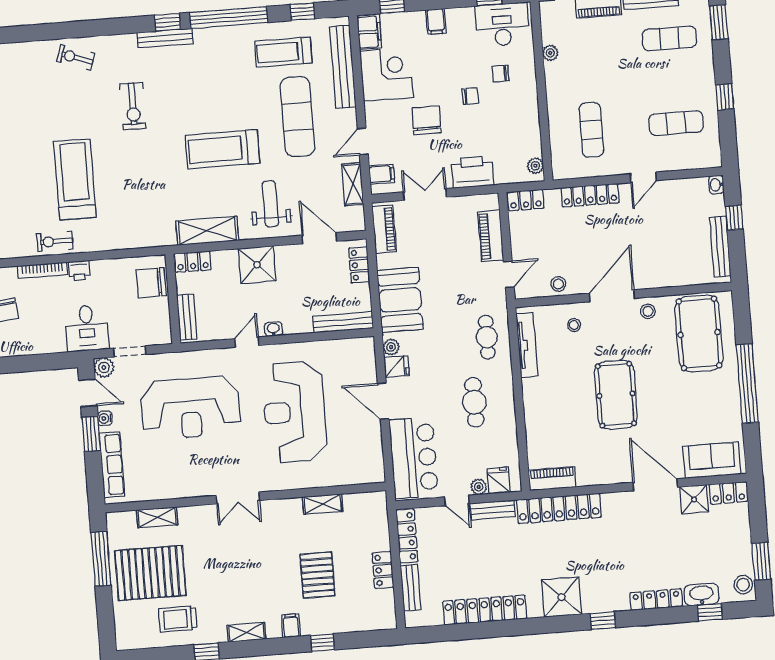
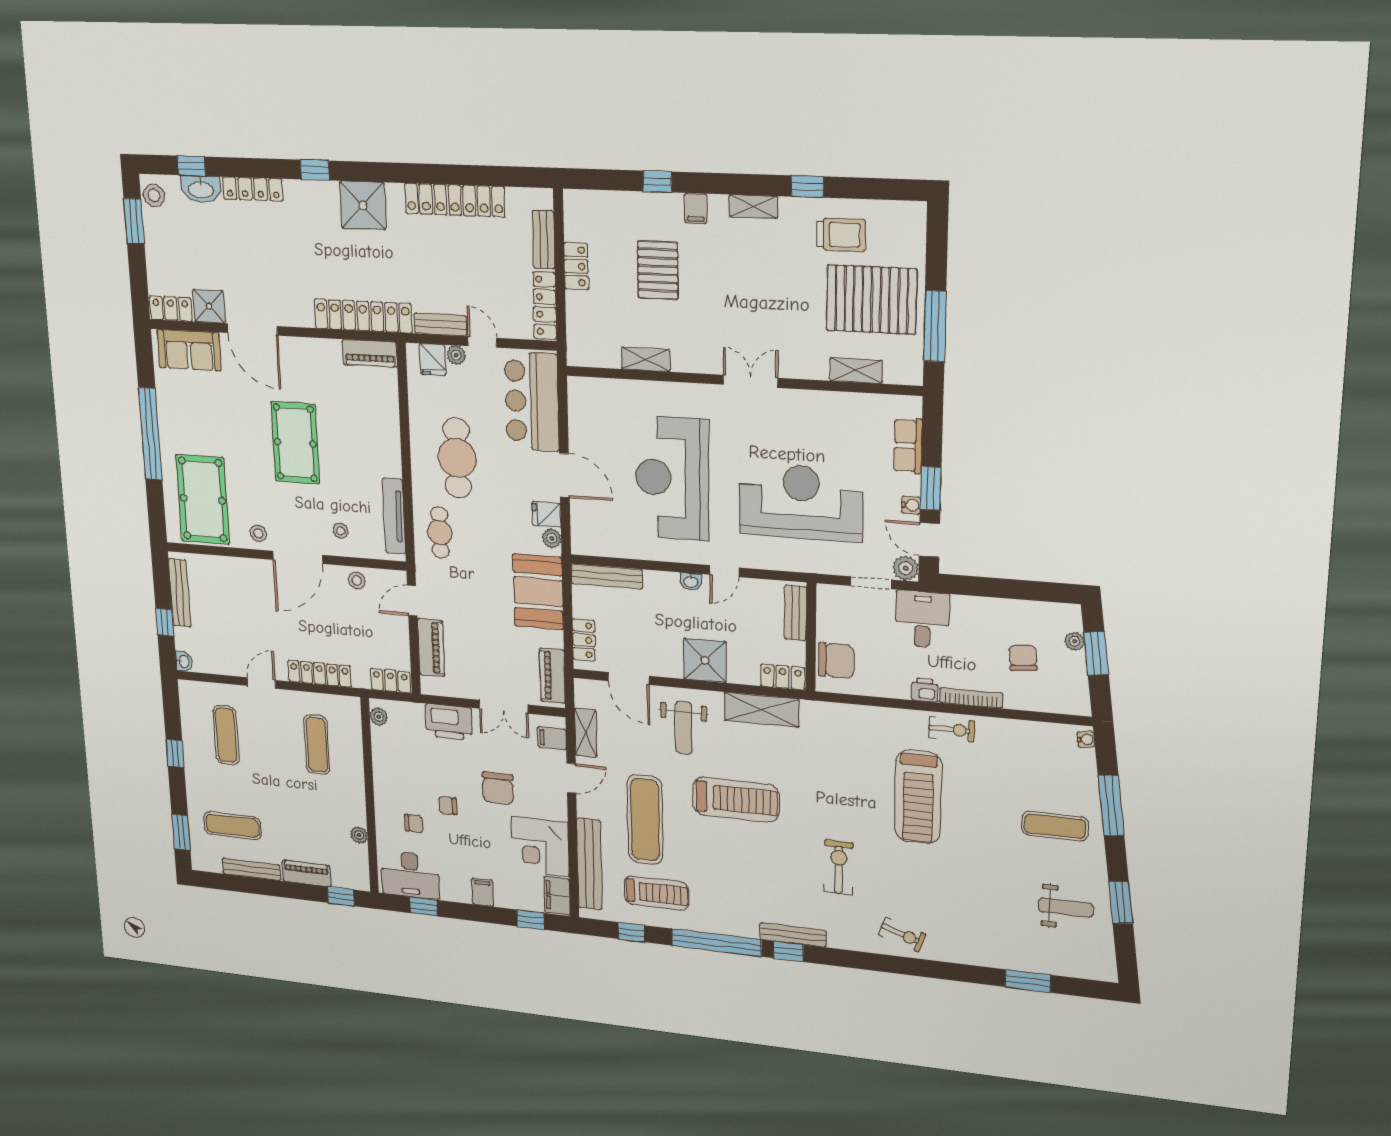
exercise mat: (676, 123) -> (226, 735), turned 90
cafe table: (474, 402) -> (457, 458), width x1.37, depth x1.35
reception desk: (295, 412) -> (672, 478), turned 180
row of seats: (112, 465) -> (908, 446), width x0.68

